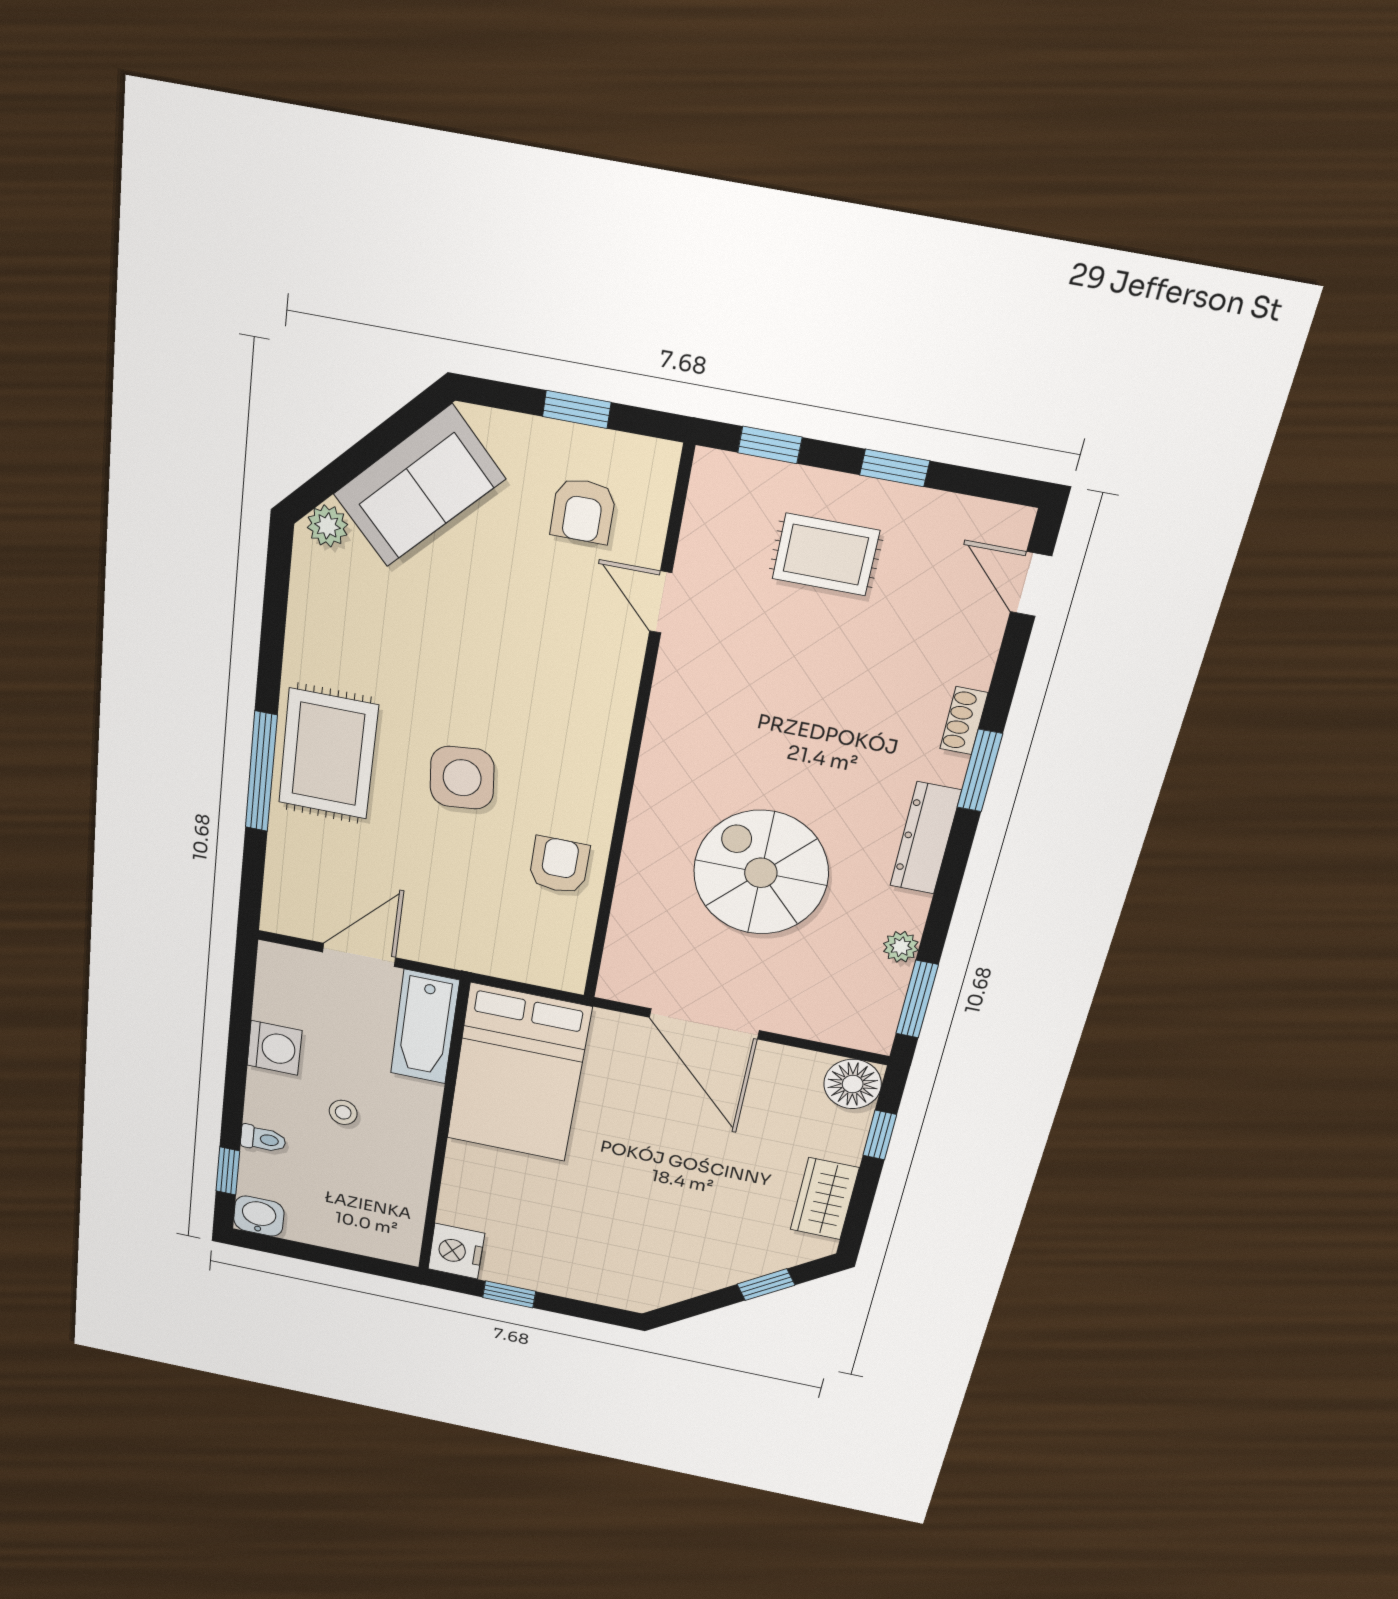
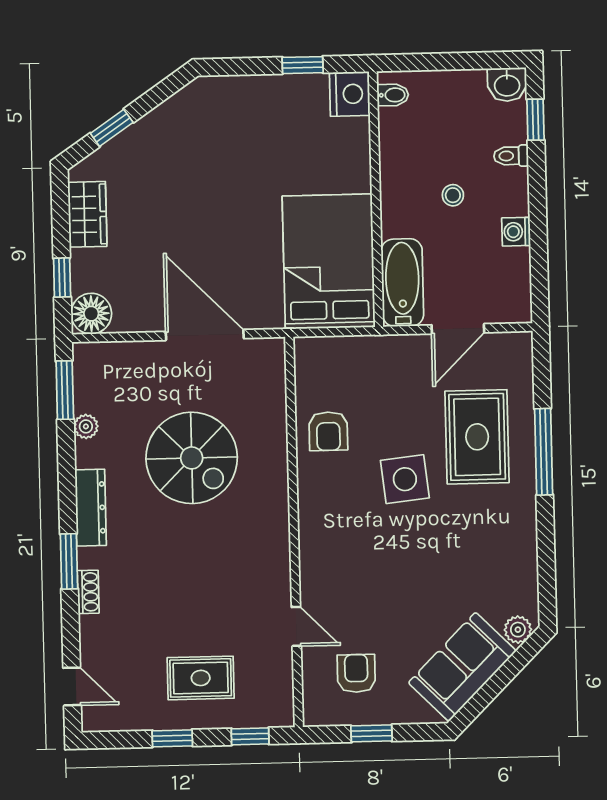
rug: (328, 754) -> (477, 437), moved
washing machine: (274, 1048) -> (516, 232), width x0.73, depth x0.73
bidet: (402, 1238) -> (393, 95), added

